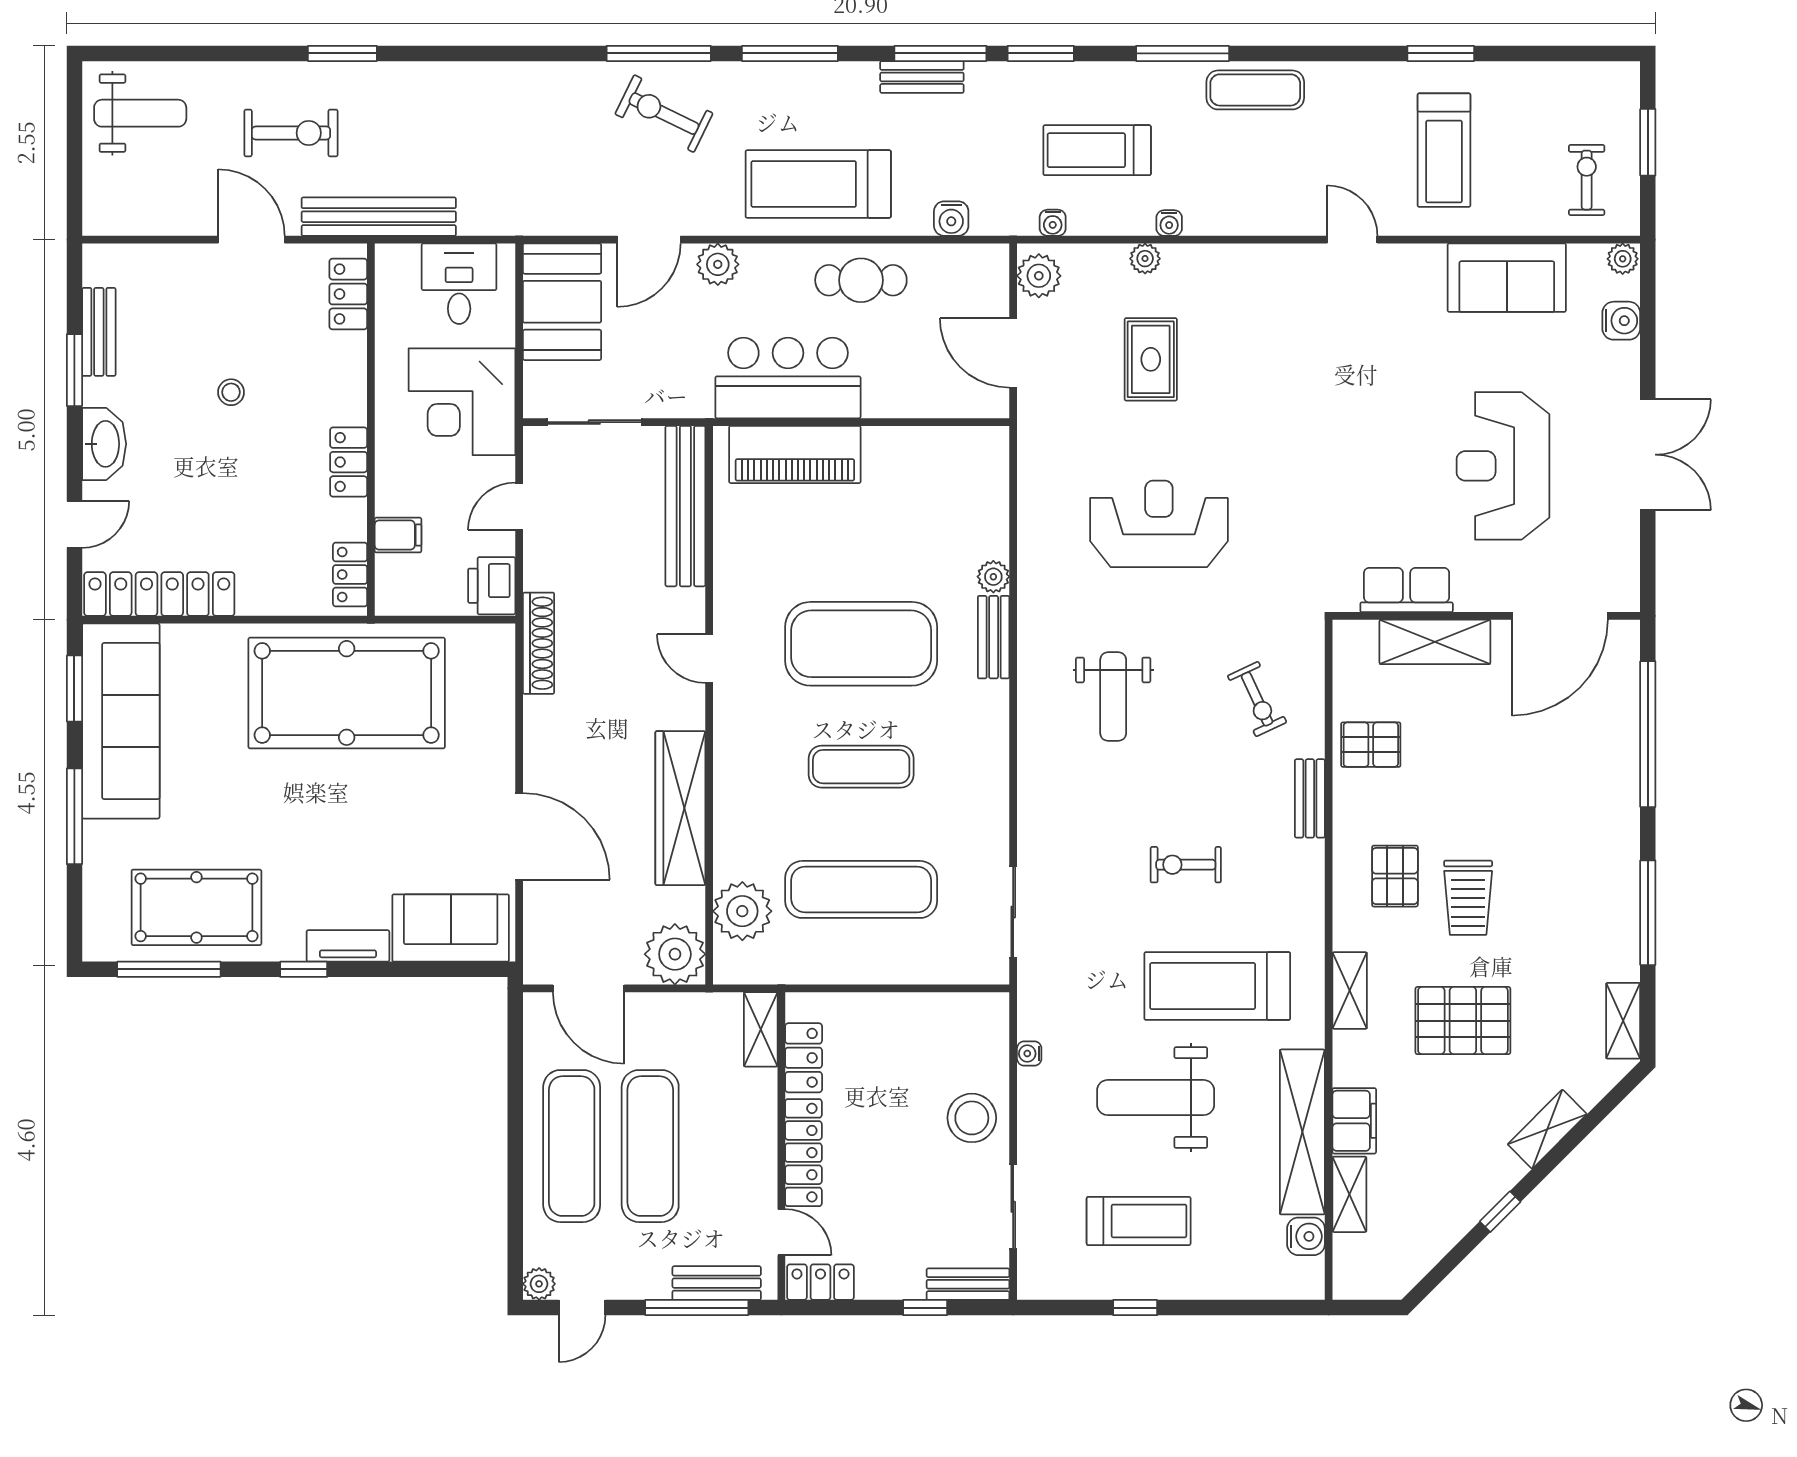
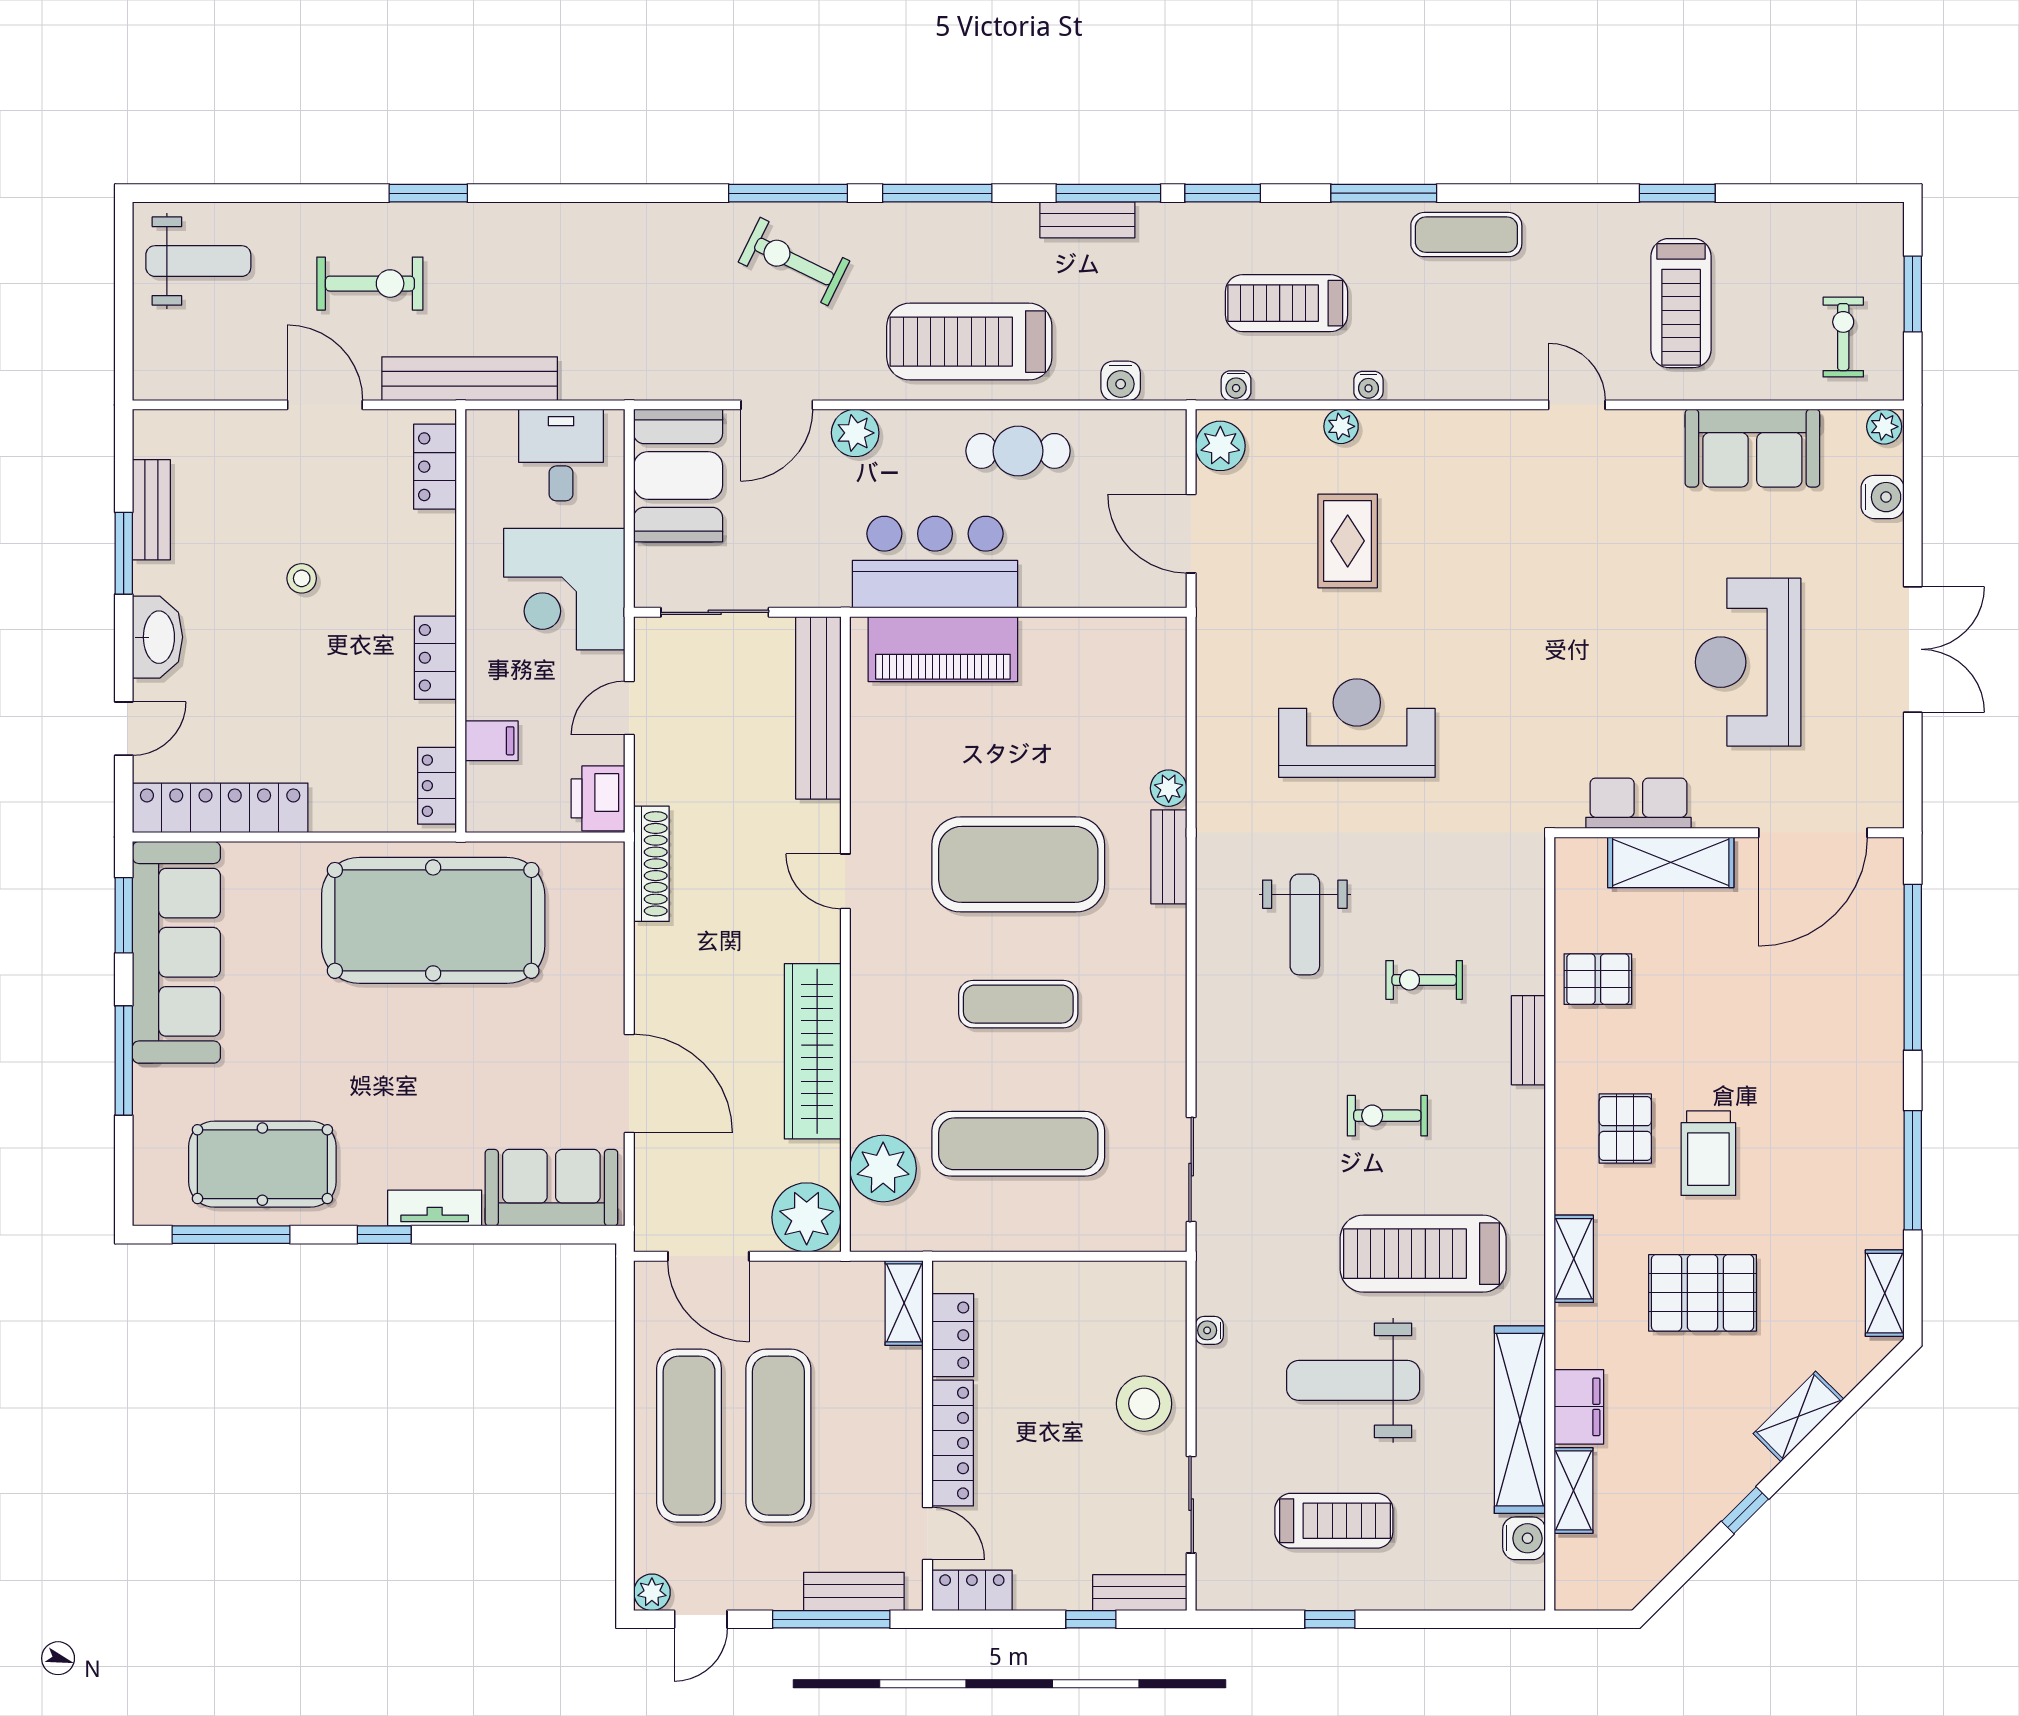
exercise bike: (1257, 699) -> (1424, 980), moved, turned 115

